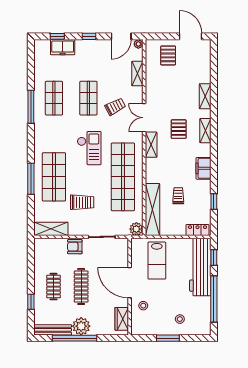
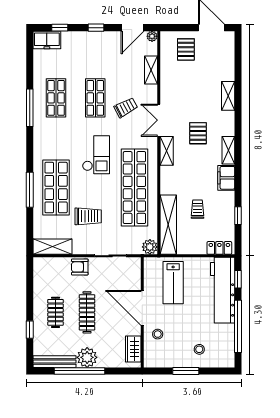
freezer: (63, 47) -> (47, 40), moved
shelving: (205, 131) -> (228, 150), moved

